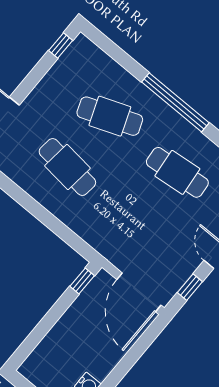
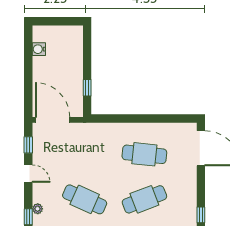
cafe table: (177, 172) -> (85, 199), turned 30
window: (82, 281) -> (87, 88), moved

